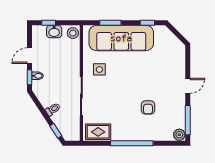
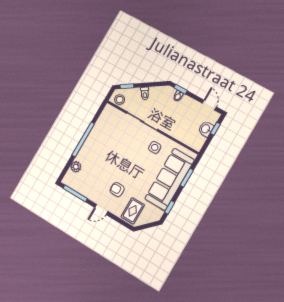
stool: (73, 33) -> (120, 100), moved
door: (29, 56) -> (209, 105), moved
door: (188, 86) -> (101, 209), hinge flipped
armchair: (148, 107) -> (117, 189), moved
rug: (98, 132) -> (133, 211), moved
plant: (179, 135) -> (76, 167), moved

